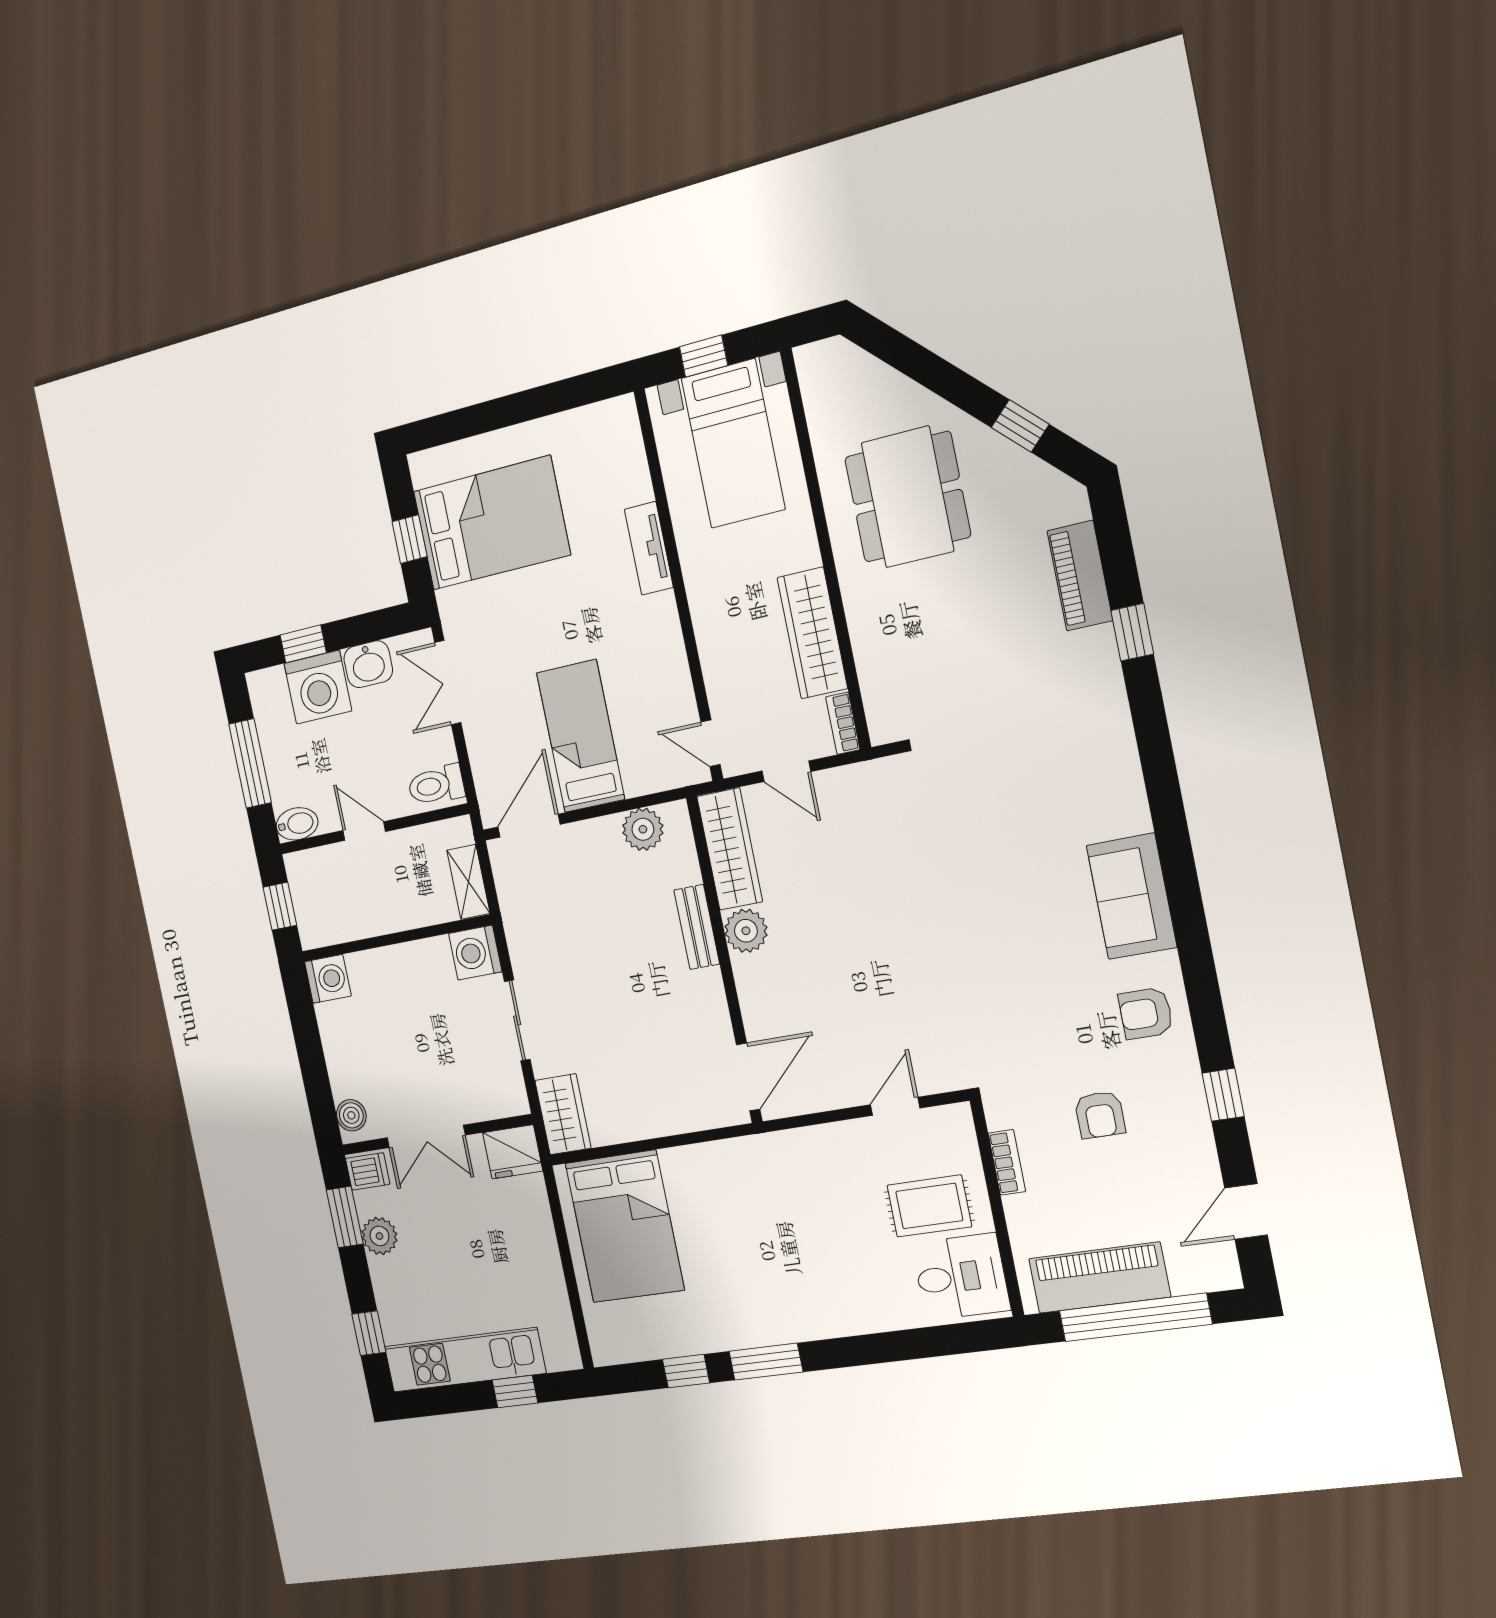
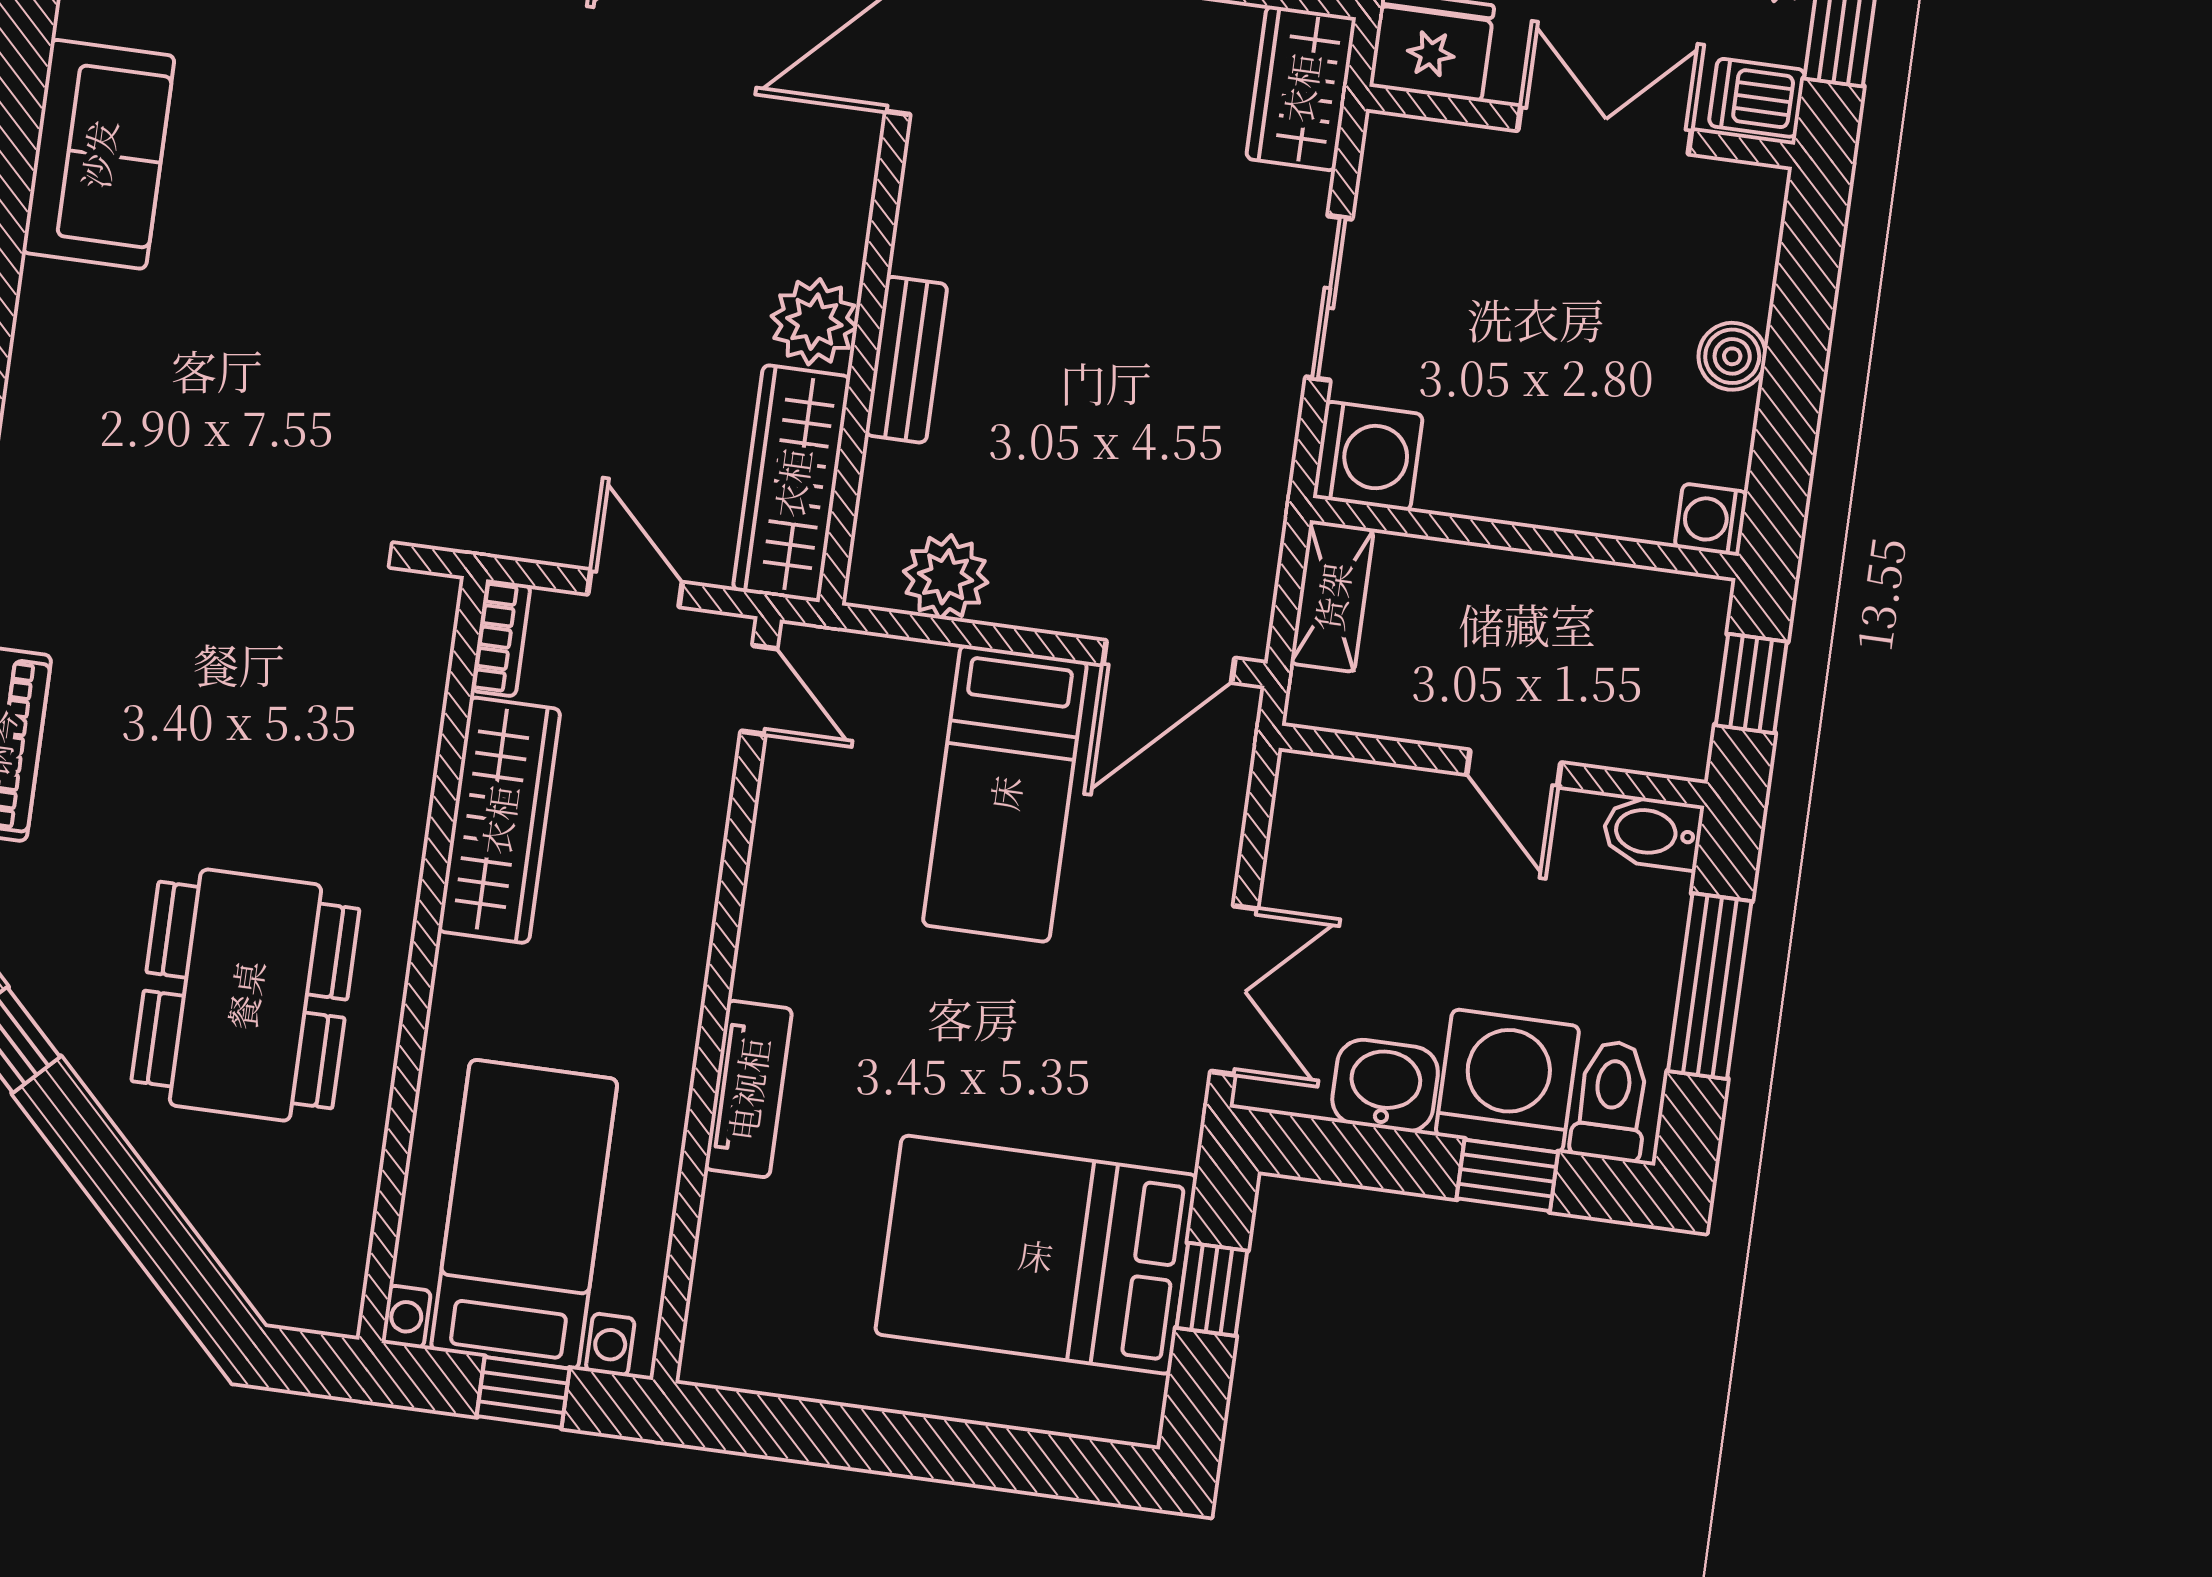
toilet: (436, 785) -> (1611, 1101), moved, turned -90
washing machine: (328, 979) -> (1711, 520), width x0.73, depth x0.73
boiler: (351, 1115) -> (1732, 356), moved

